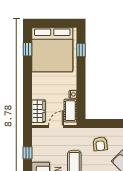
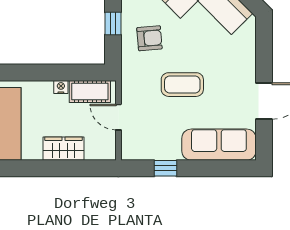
wardrobe: (38, 111) -> (64, 149), moved
window: (108, 123) -> (113, 23), added

